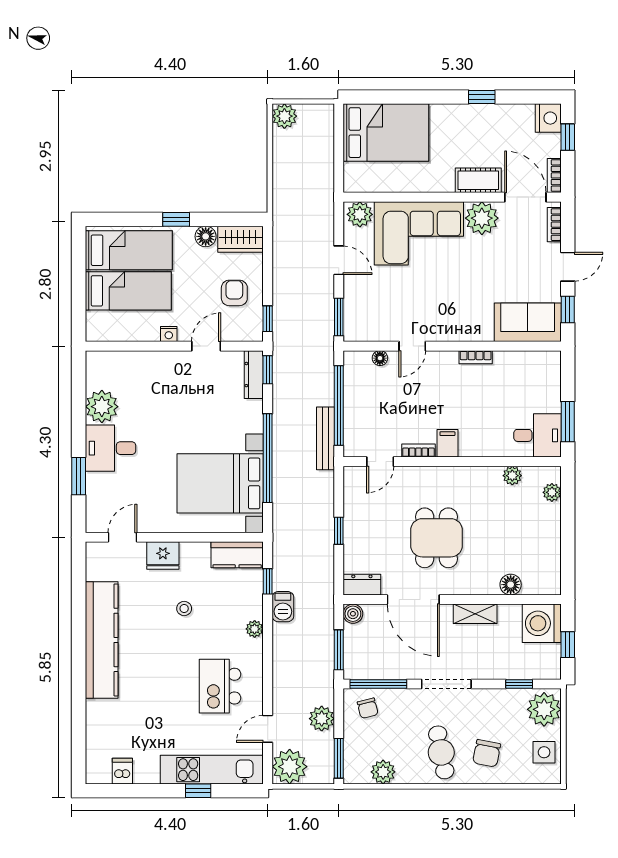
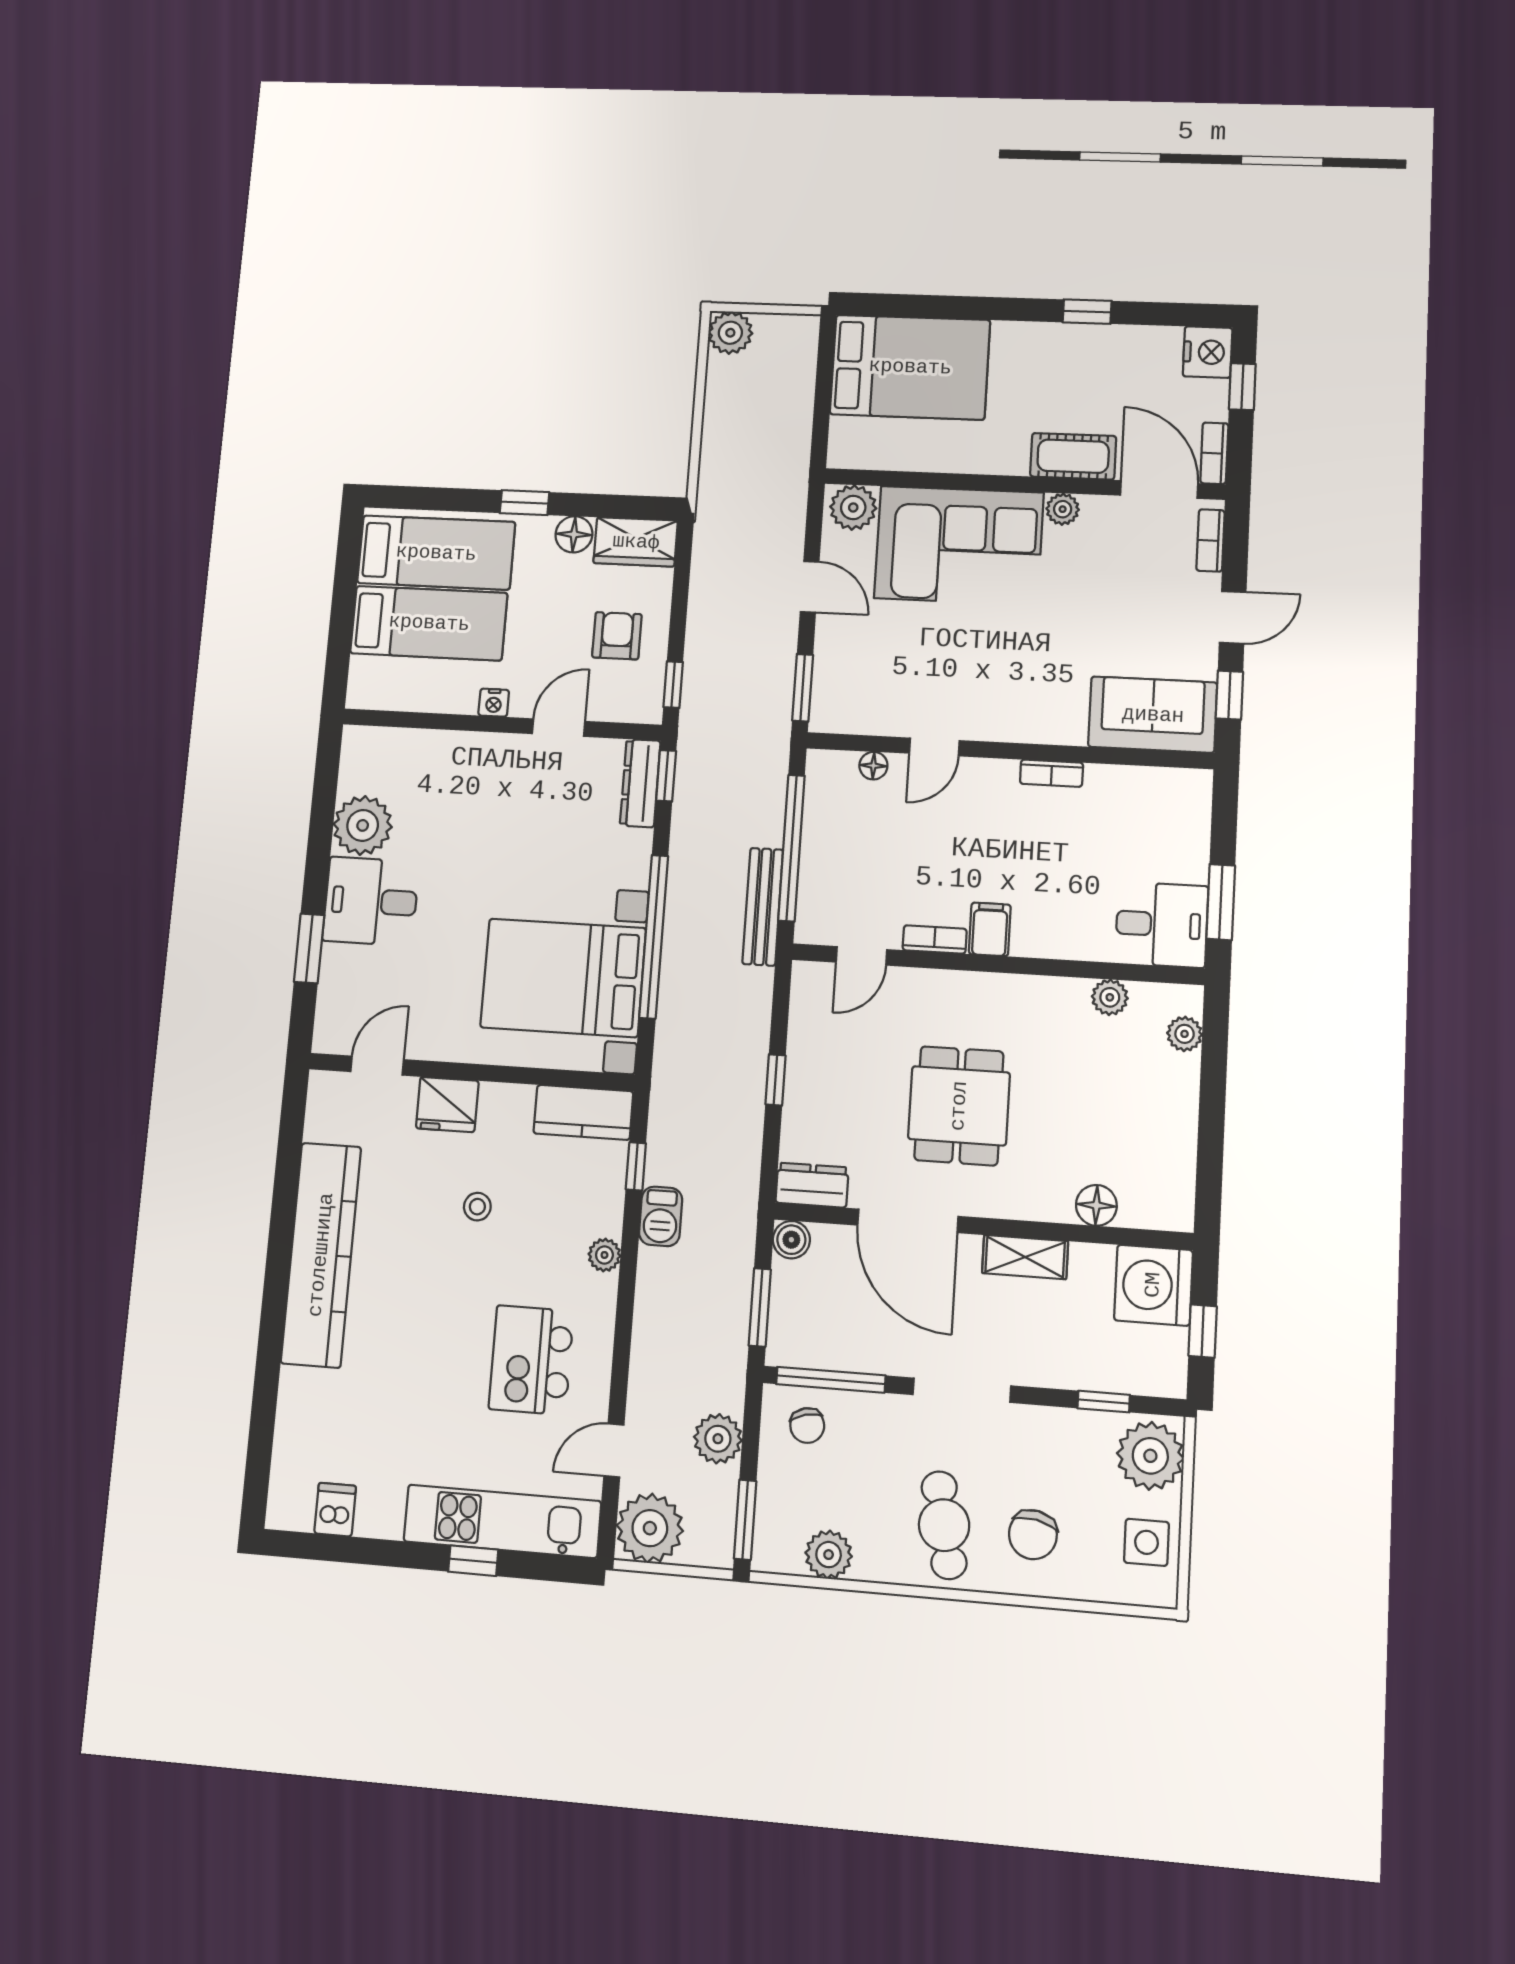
plant: (482, 218) -> (1063, 509), width x0.53, depth x0.53

